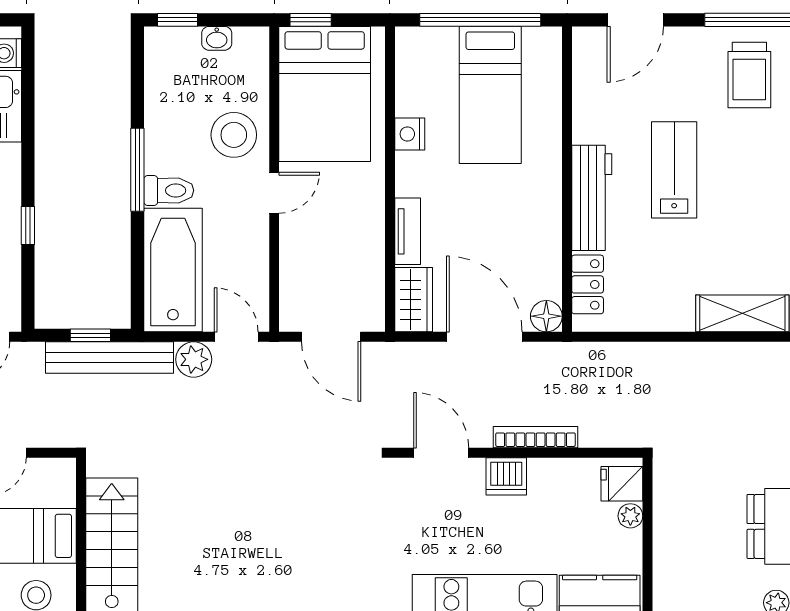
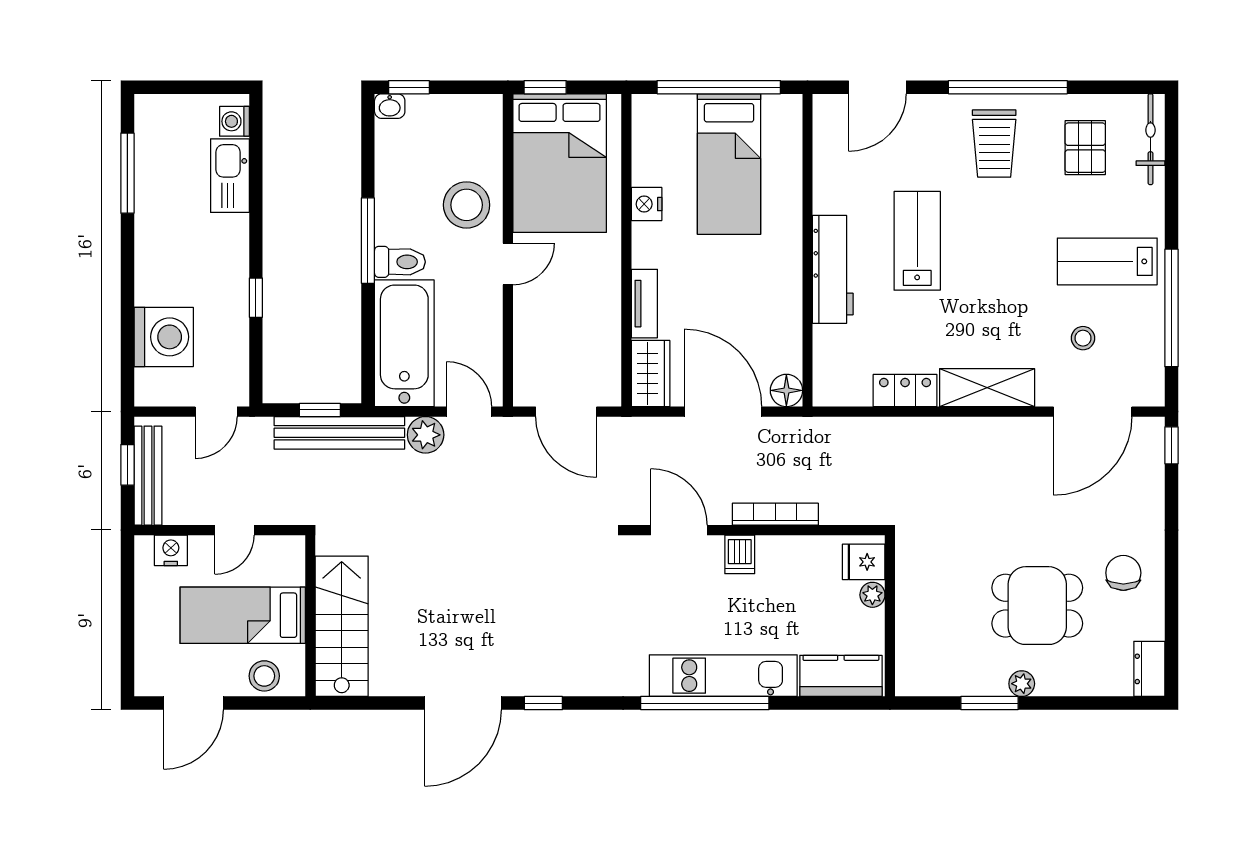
washbasin: (217, 38) -> (390, 106), moved
locker: (588, 284) -> (905, 391), moved, turned -90
dishwasher: (506, 476) -> (740, 554), width x0.73

